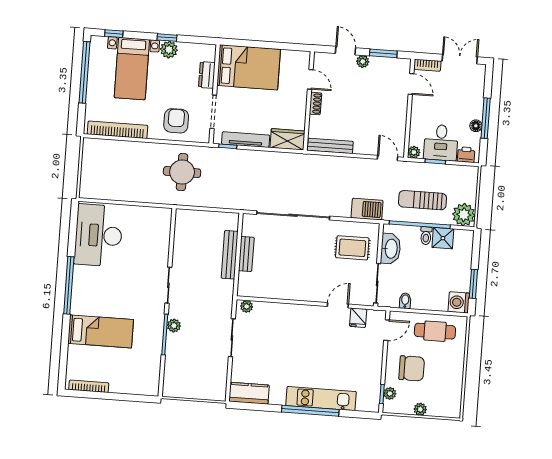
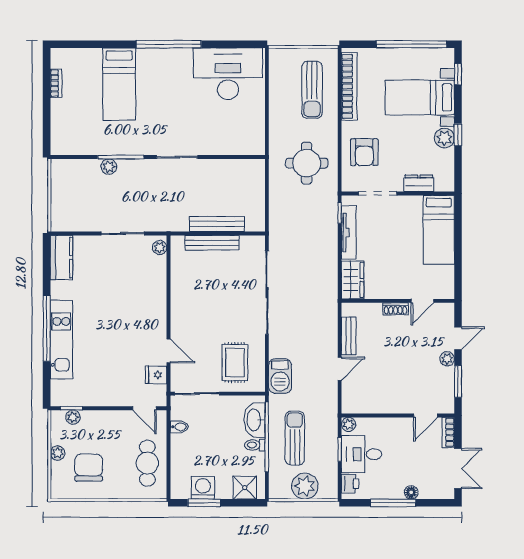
bed: (249, 67) -> (439, 230), width x0.67
armchair: (176, 121) -> (364, 152), turned 90
floor lamp: (476, 126) -> (411, 492), moved
bench: (330, 146) -> (349, 336), width x0.73
door: (388, 158) -> (340, 369), moved
sun lounger: (118, 163) -> (312, 90), added
plant: (464, 215) -> (305, 486), moved
shower: (443, 238) -> (245, 488), moved
washbasin: (391, 249) -> (254, 420), moved, turned 90
bench: (246, 254) -> (212, 243), width x1.36
washing machine: (459, 302) -> (203, 488), moved
plant: (174, 326) -> (109, 167), moved
chair: (412, 368) -> (89, 468), moved, turned 180
bookcase: (89, 386) -> (56, 83), width x0.64

